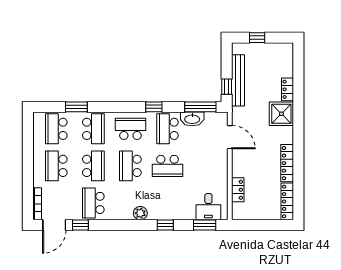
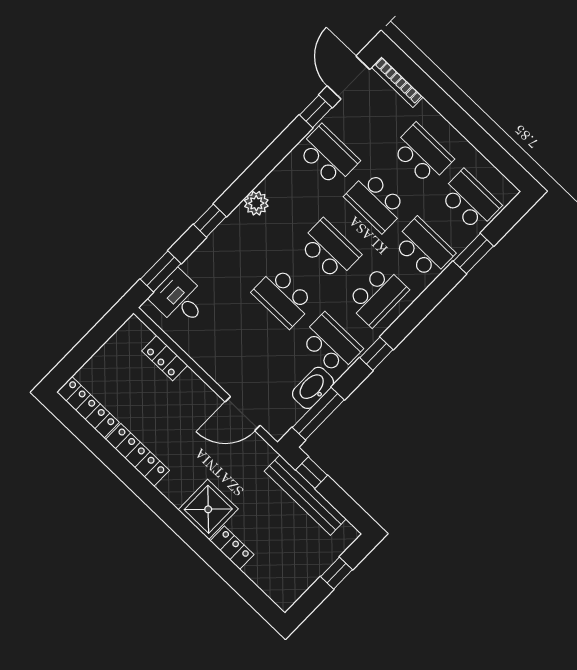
school desk: (93, 129) -> (424, 248), turned 180
school desk: (167, 166) -> (283, 297), turned -90

